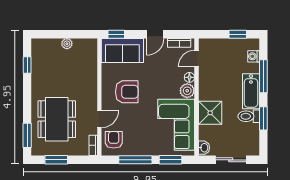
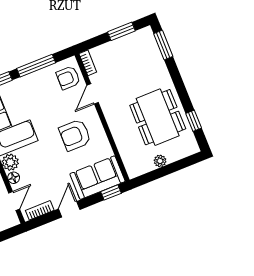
dining table: (57, 119) -> (158, 117), moved
armchair: (114, 140) -> (68, 78), turned 90

